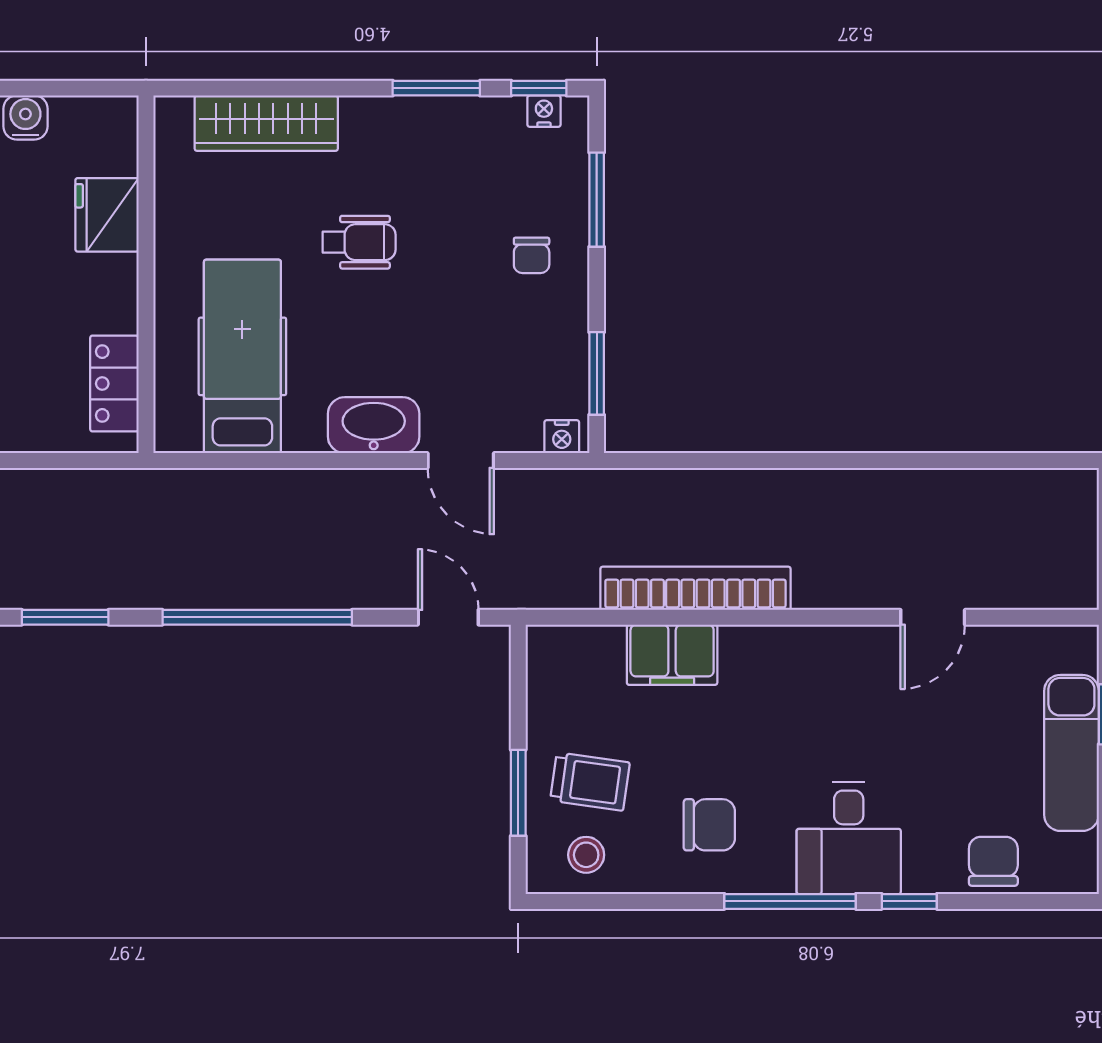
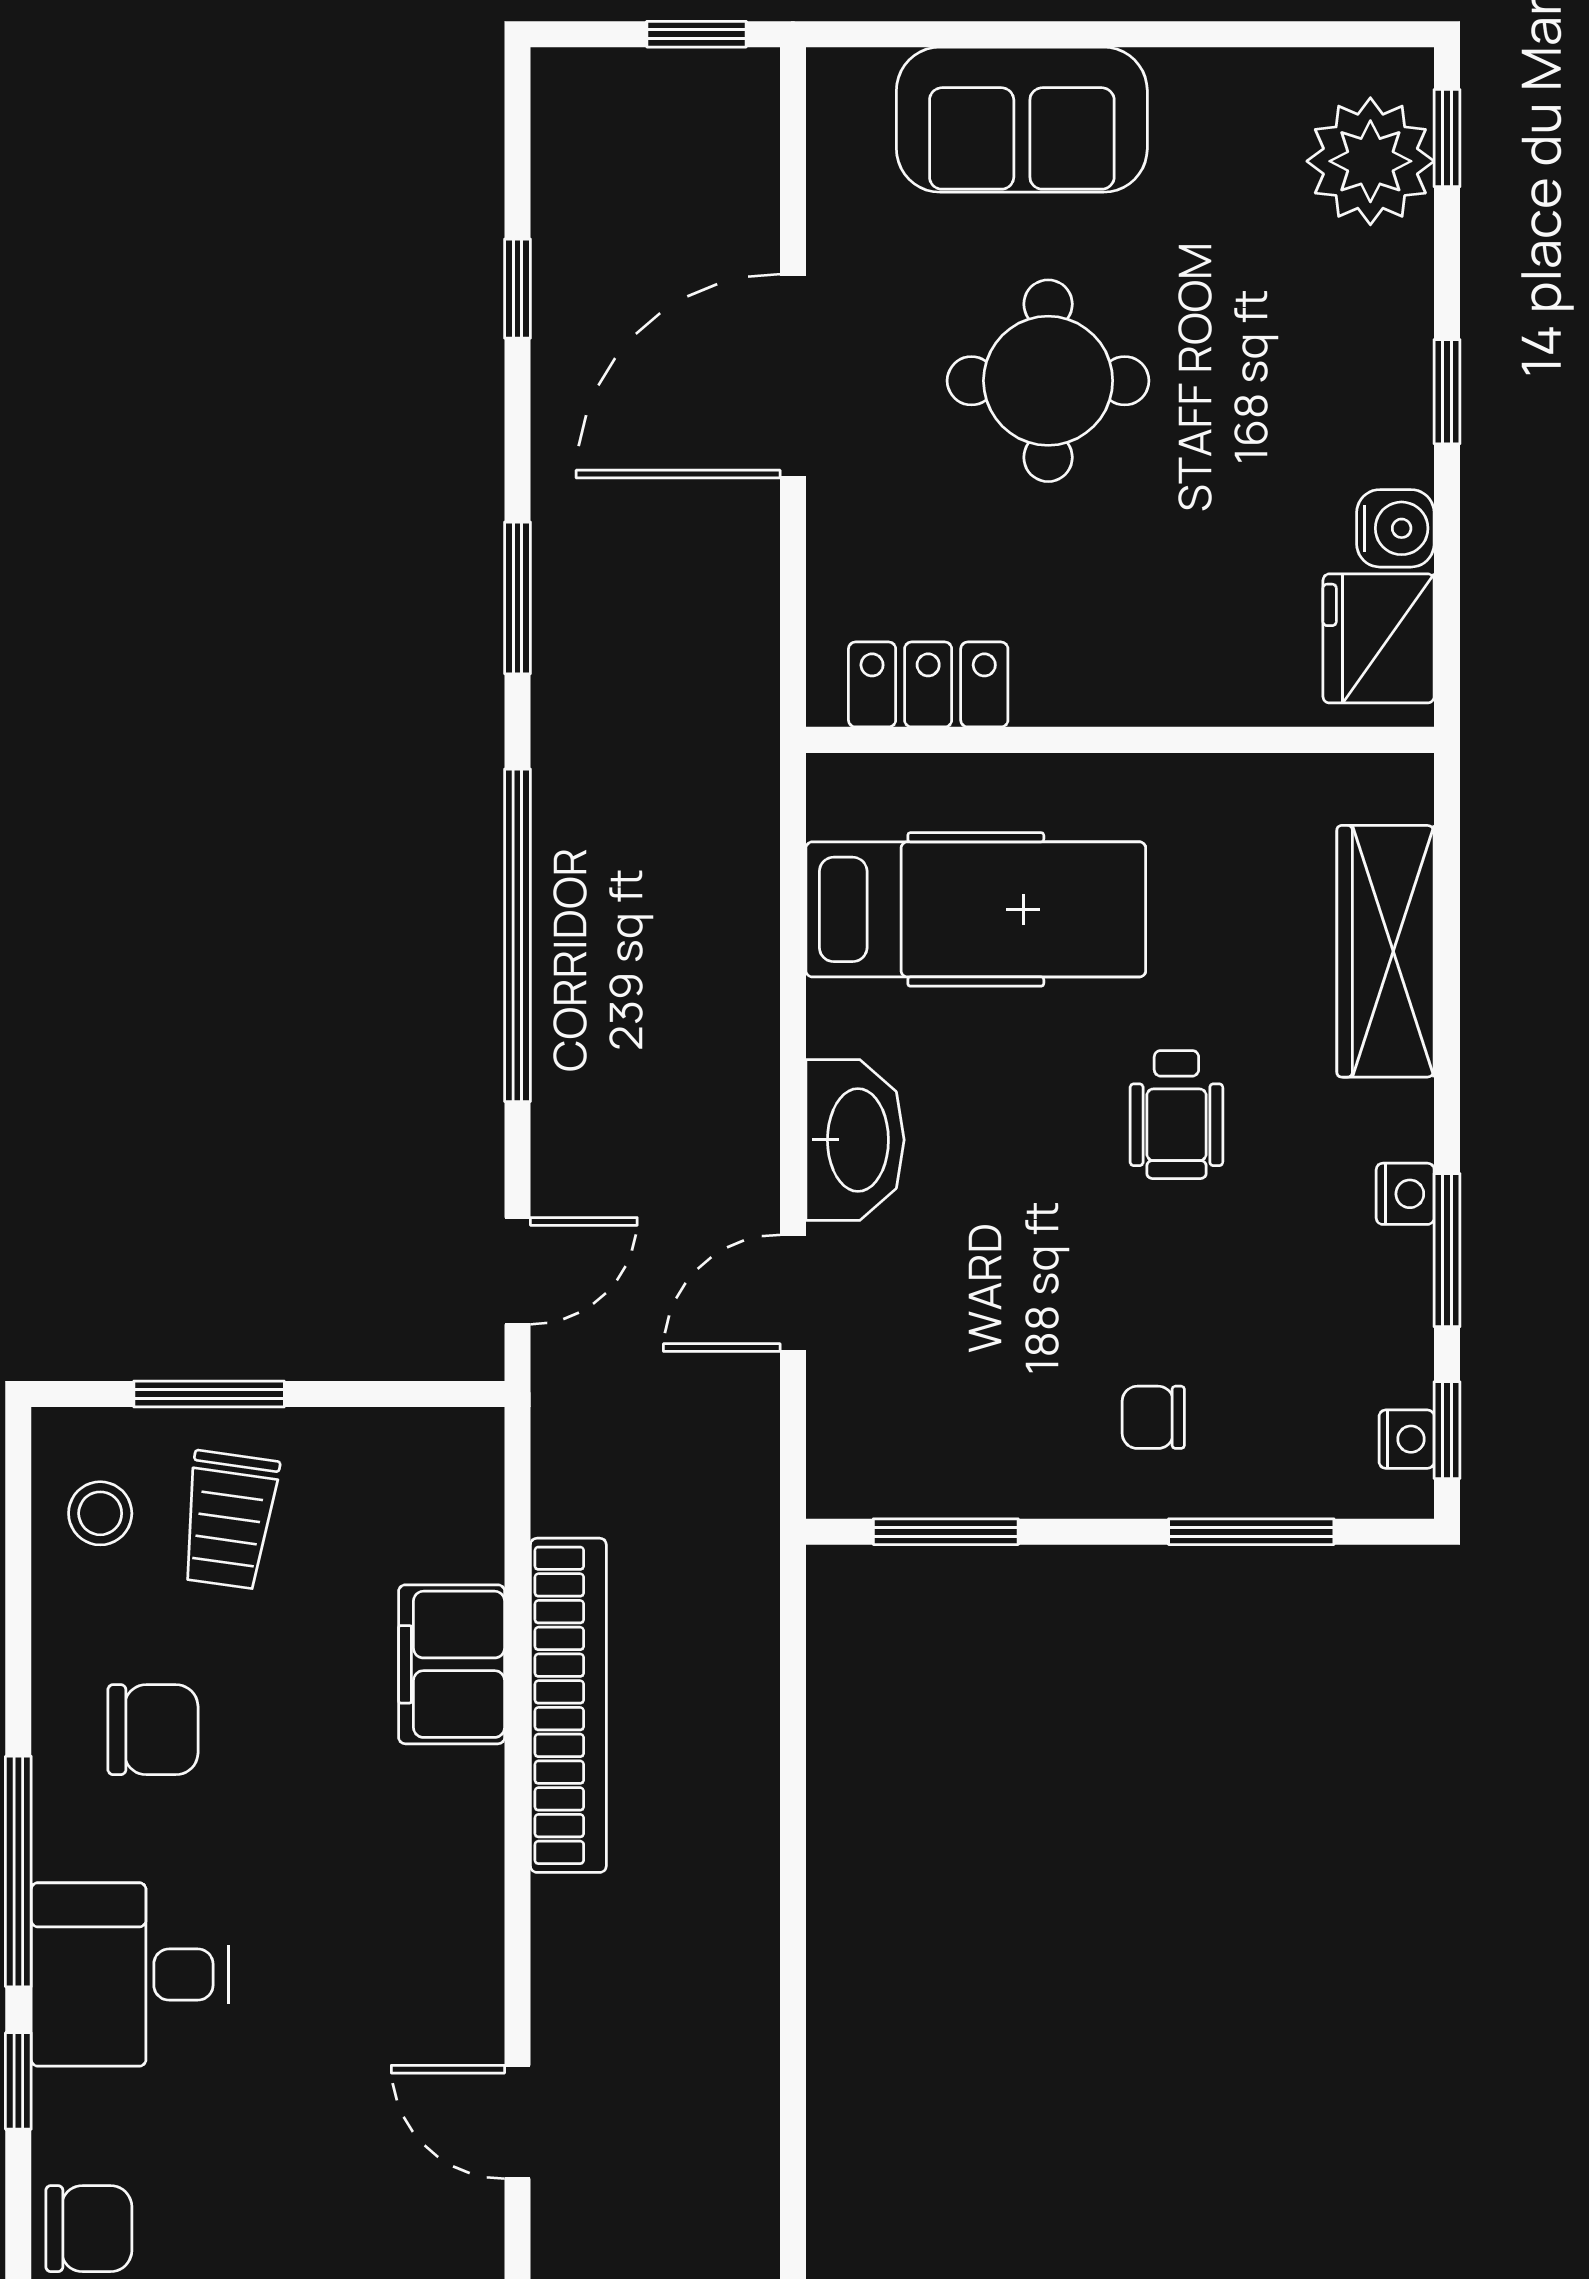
fridge: (107, 215) -> (1379, 638), moved, turned -90
nightstand: (562, 437) -> (1405, 1194), moved, turned 180
chair: (709, 825) -> (153, 1730), turned -90

